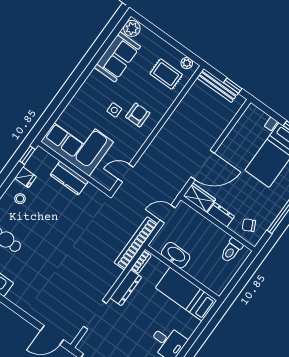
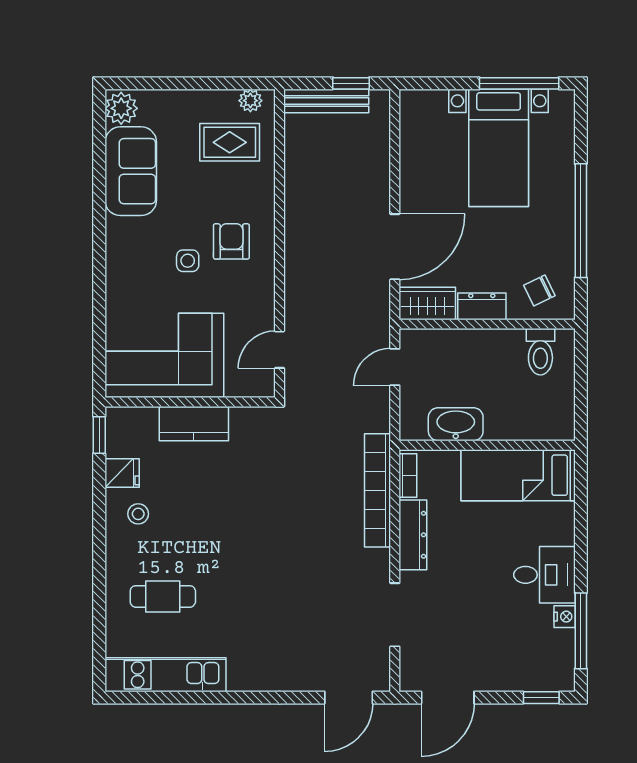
bookcase: (136, 243) -> (378, 490), moved

